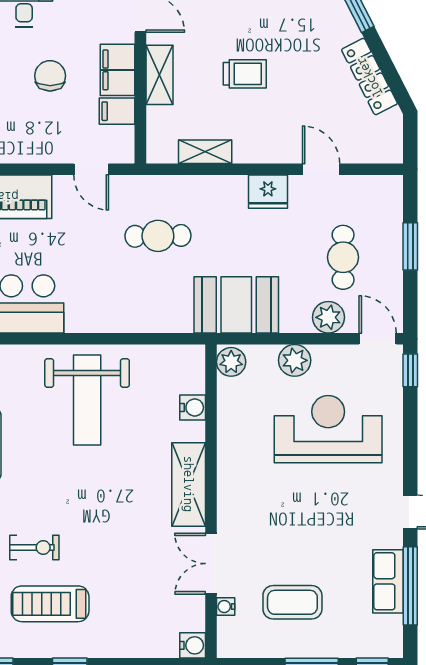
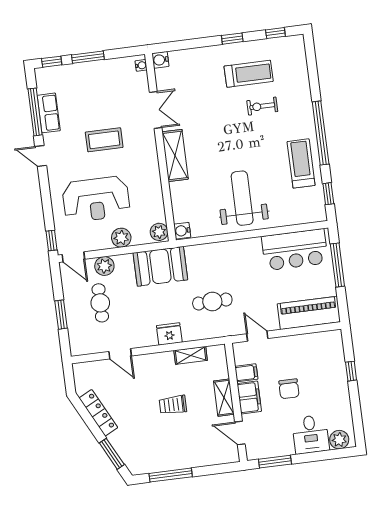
fridge: (268, 192) -> (169, 334), moved
water cooler: (193, 407) -> (182, 231), moved
coffee table: (292, 602) -> (104, 140), moved
water cooler: (226, 607) -> (141, 65), moved

